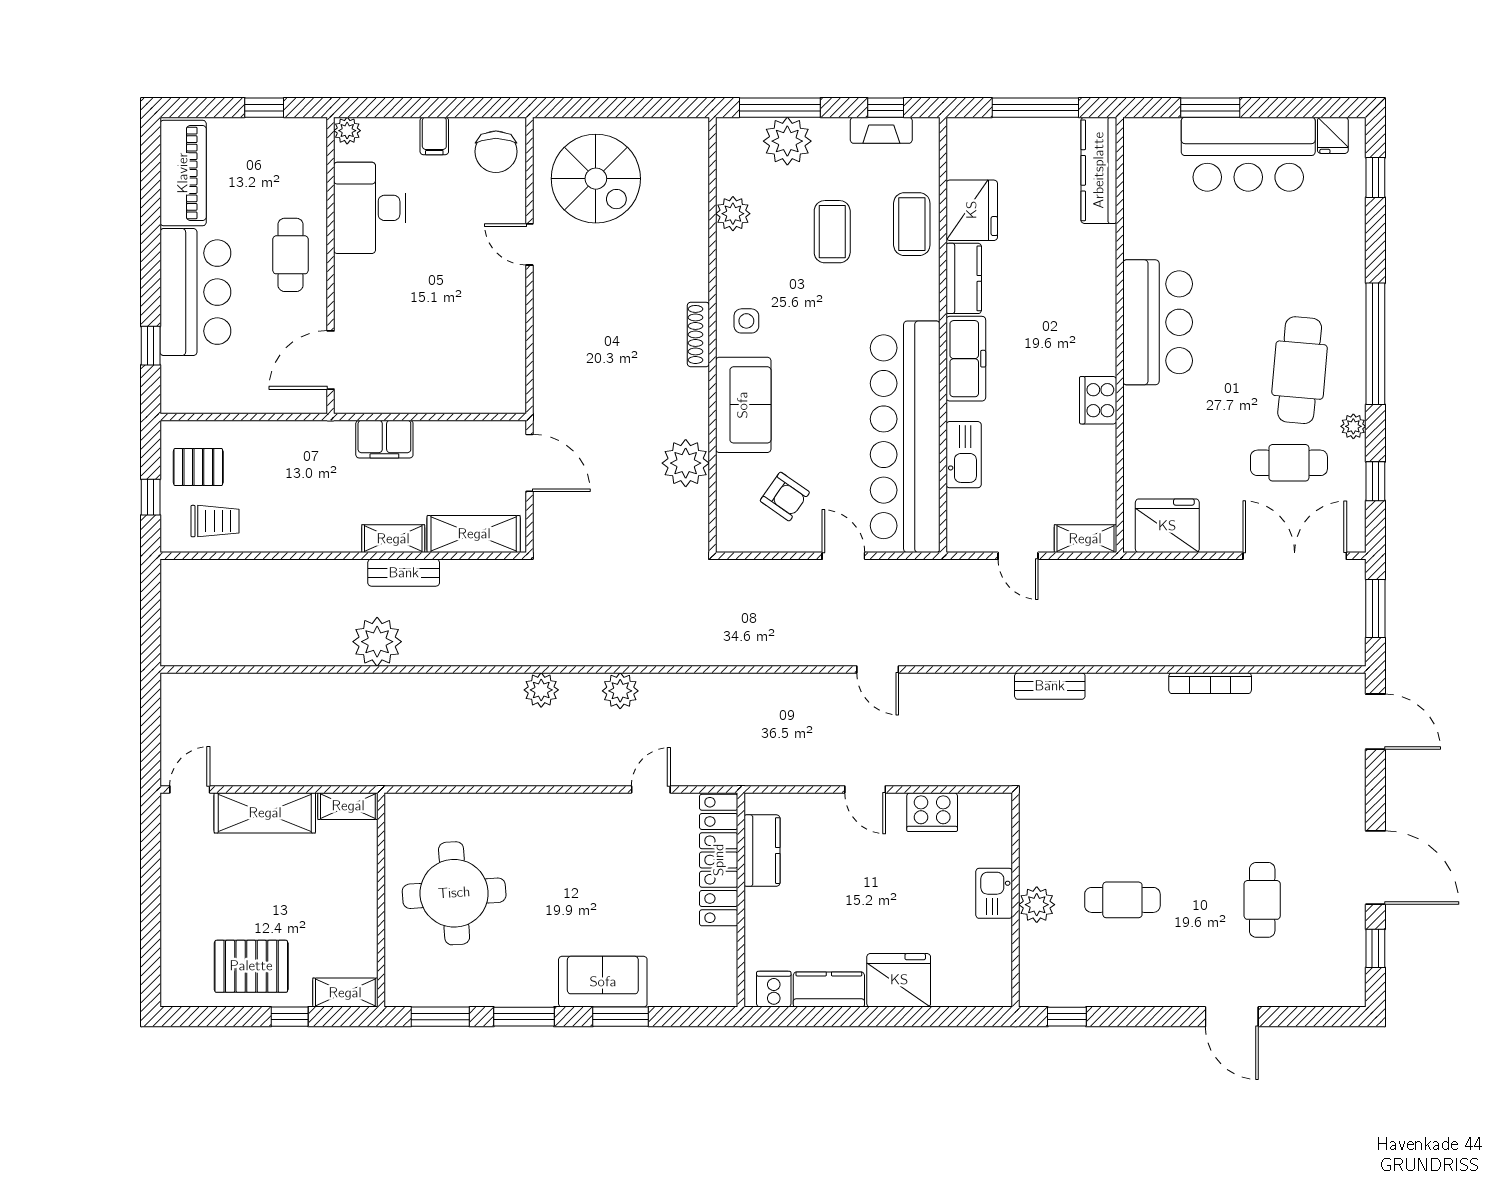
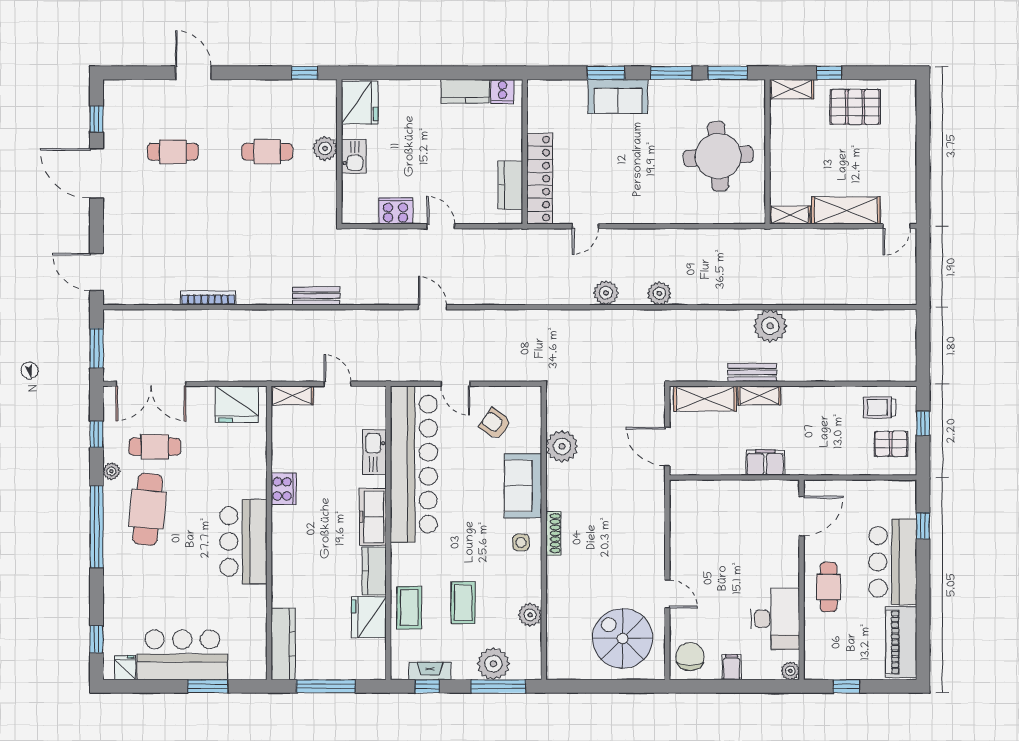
cafe table: (1262, 900) -> (173, 152), turned 90
fridge: (899, 980) -> (360, 103), moved, turned -90

